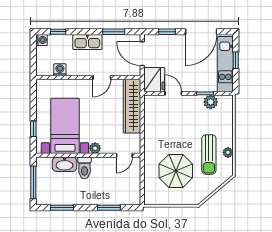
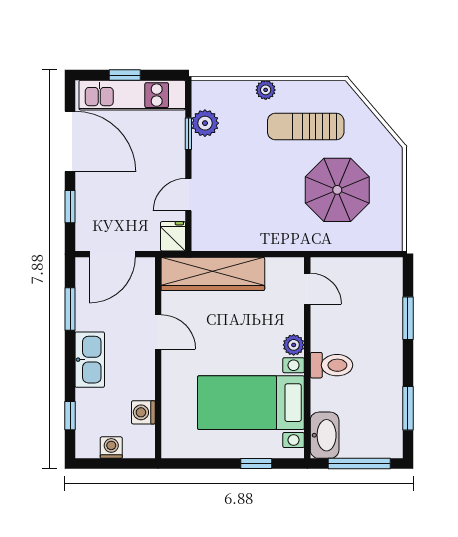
washing machine: (41, 40) -> (111, 448), moved
fridge: (154, 80) -> (173, 236), width x0.53, depth x0.75
plant: (228, 152) -> (266, 90), moved
sun lounger: (209, 154) -> (306, 126), turned 180
washbasin: (65, 164) -> (325, 435), moved

